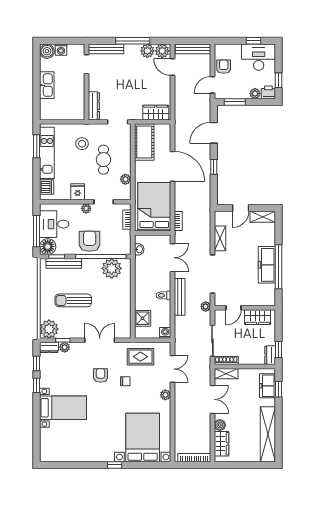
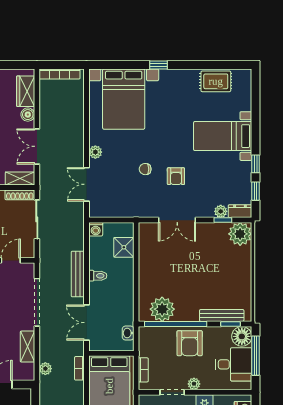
sun lounger: (73, 300) -> (210, 270), removed
plant: (206, 306) -> (45, 369), moved
rug: (140, 357) -> (216, 81), moved

